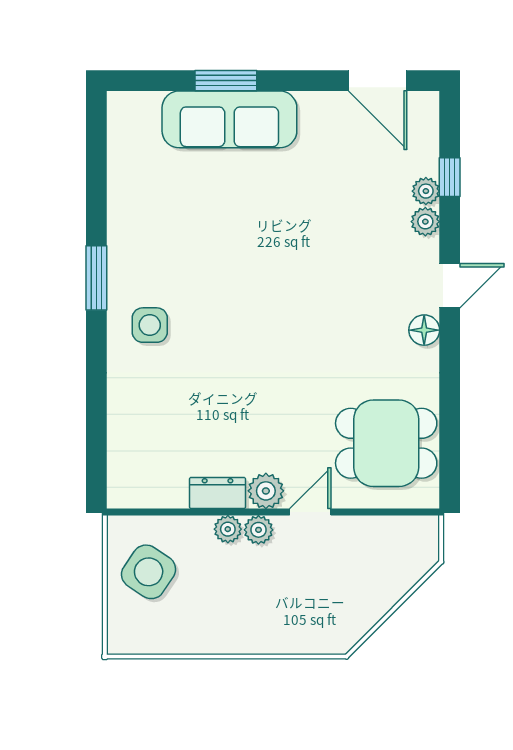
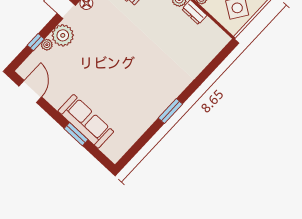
plant: (425, 222) -> (63, 35), width x1.88, depth x1.88
side table: (150, 325) -> (168, 82), removed

